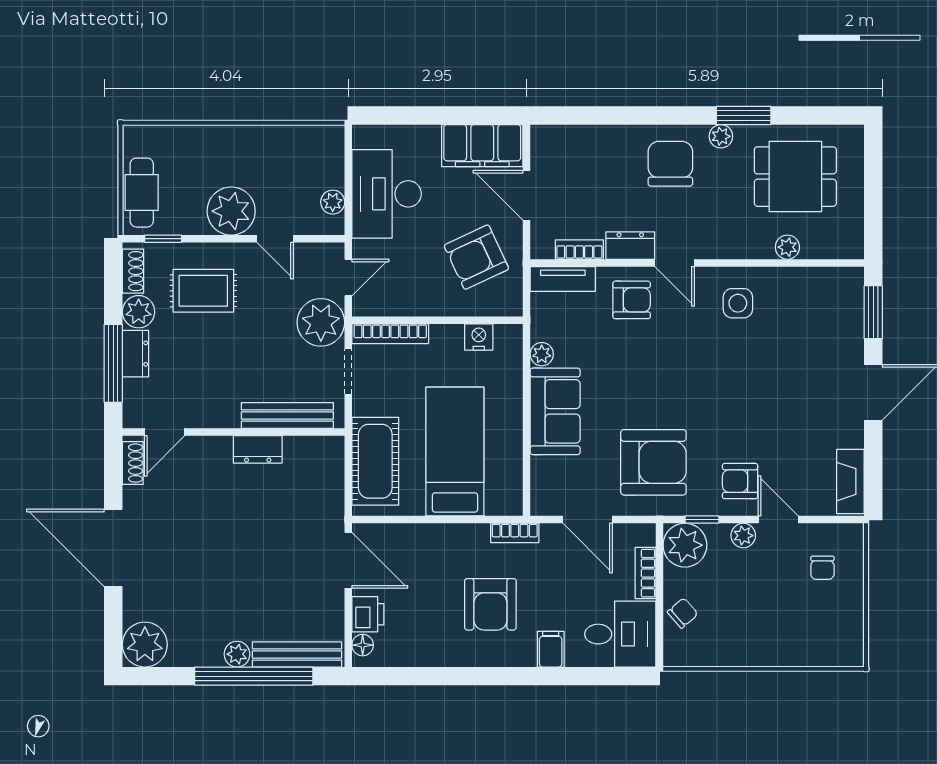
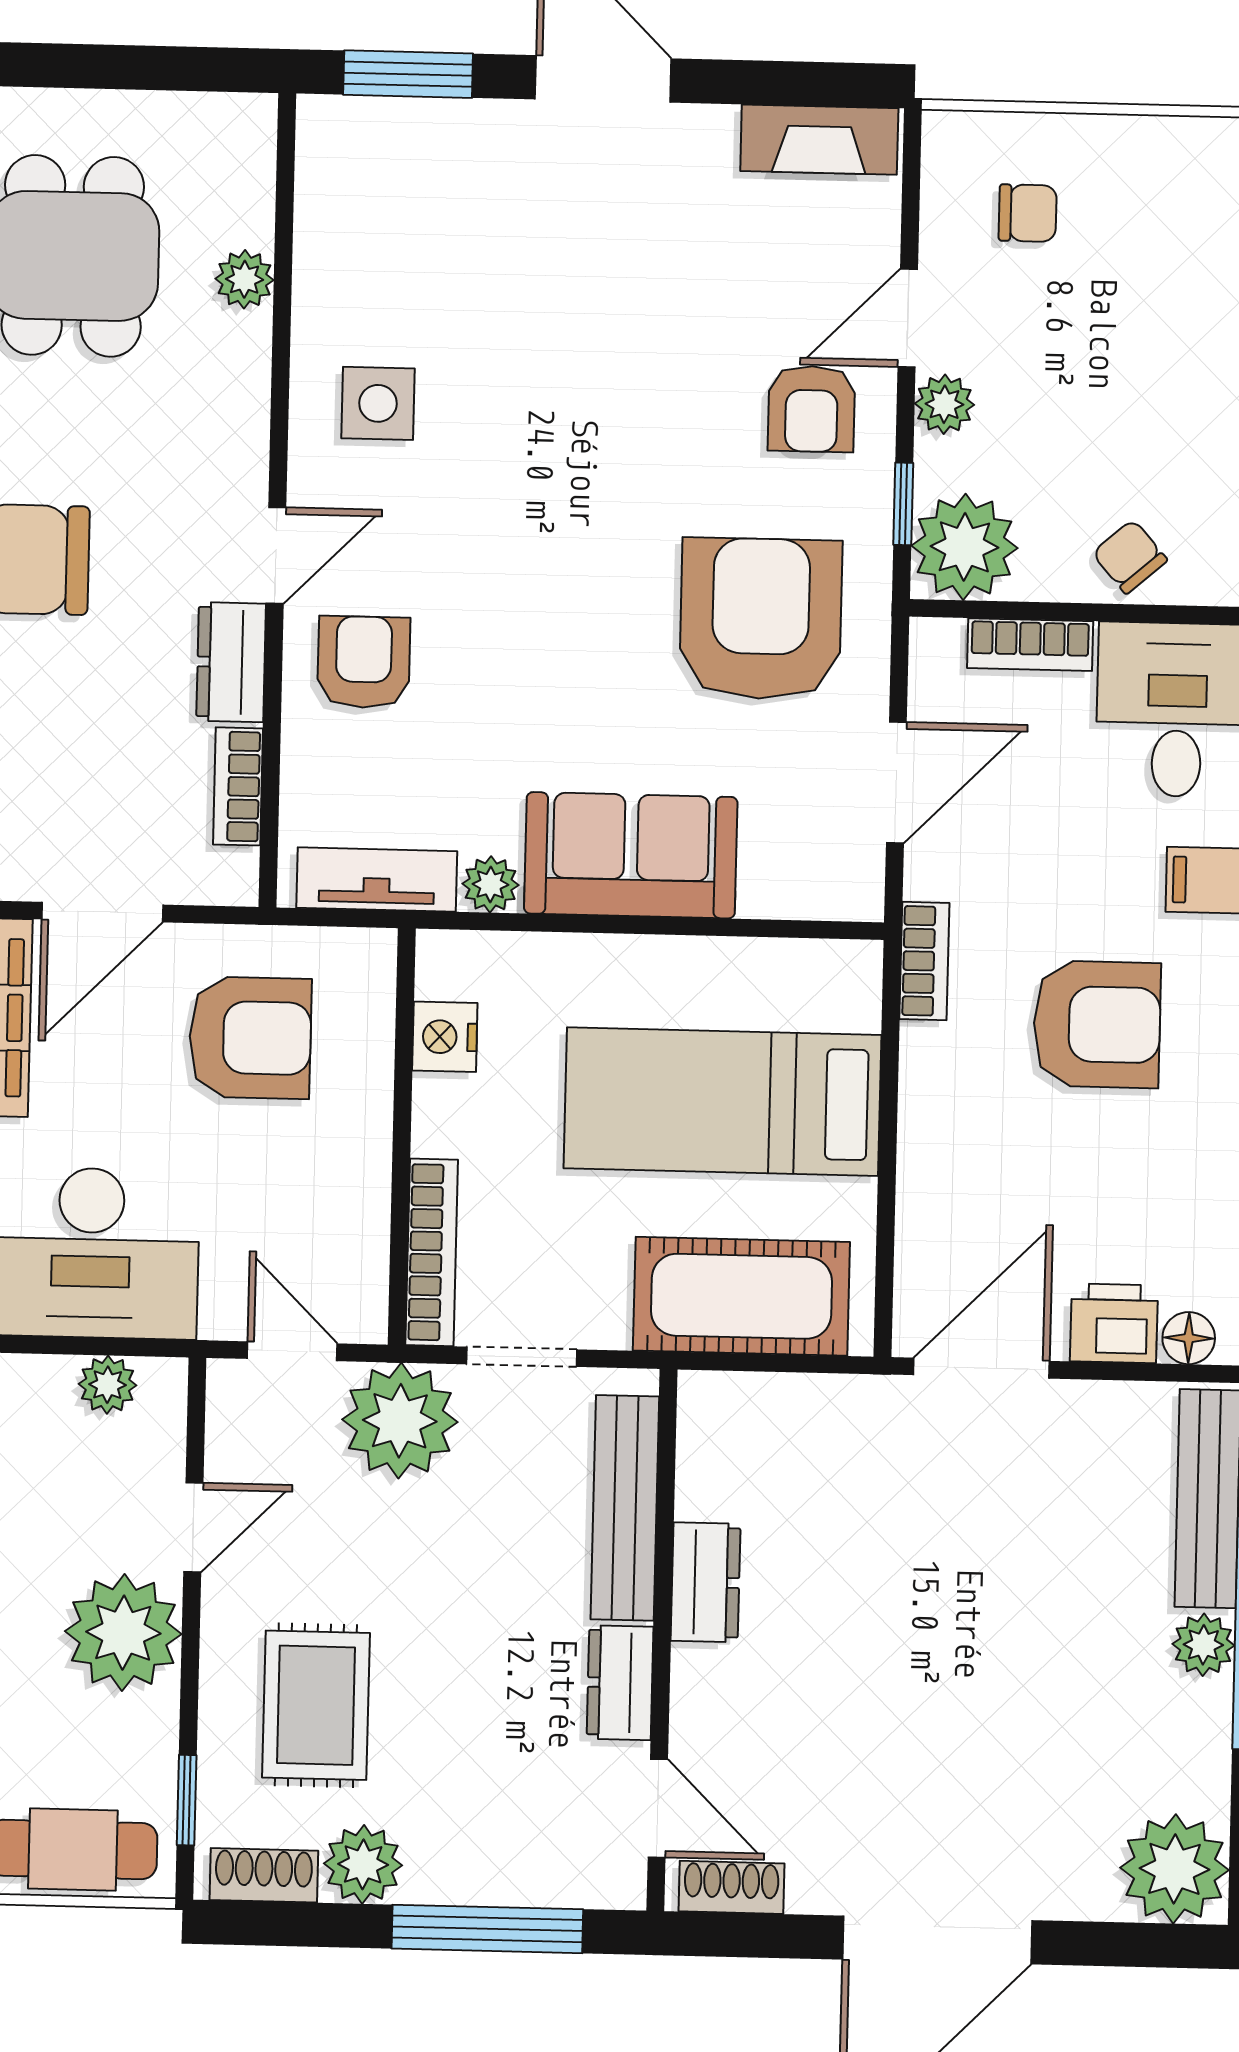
armchair: (476, 257) -> (250, 1038), turned -65
tv unit: (563, 279) -> (377, 880), moved, turned -90
dresser: (135, 354) -> (620, 1683), moved, turned -90

